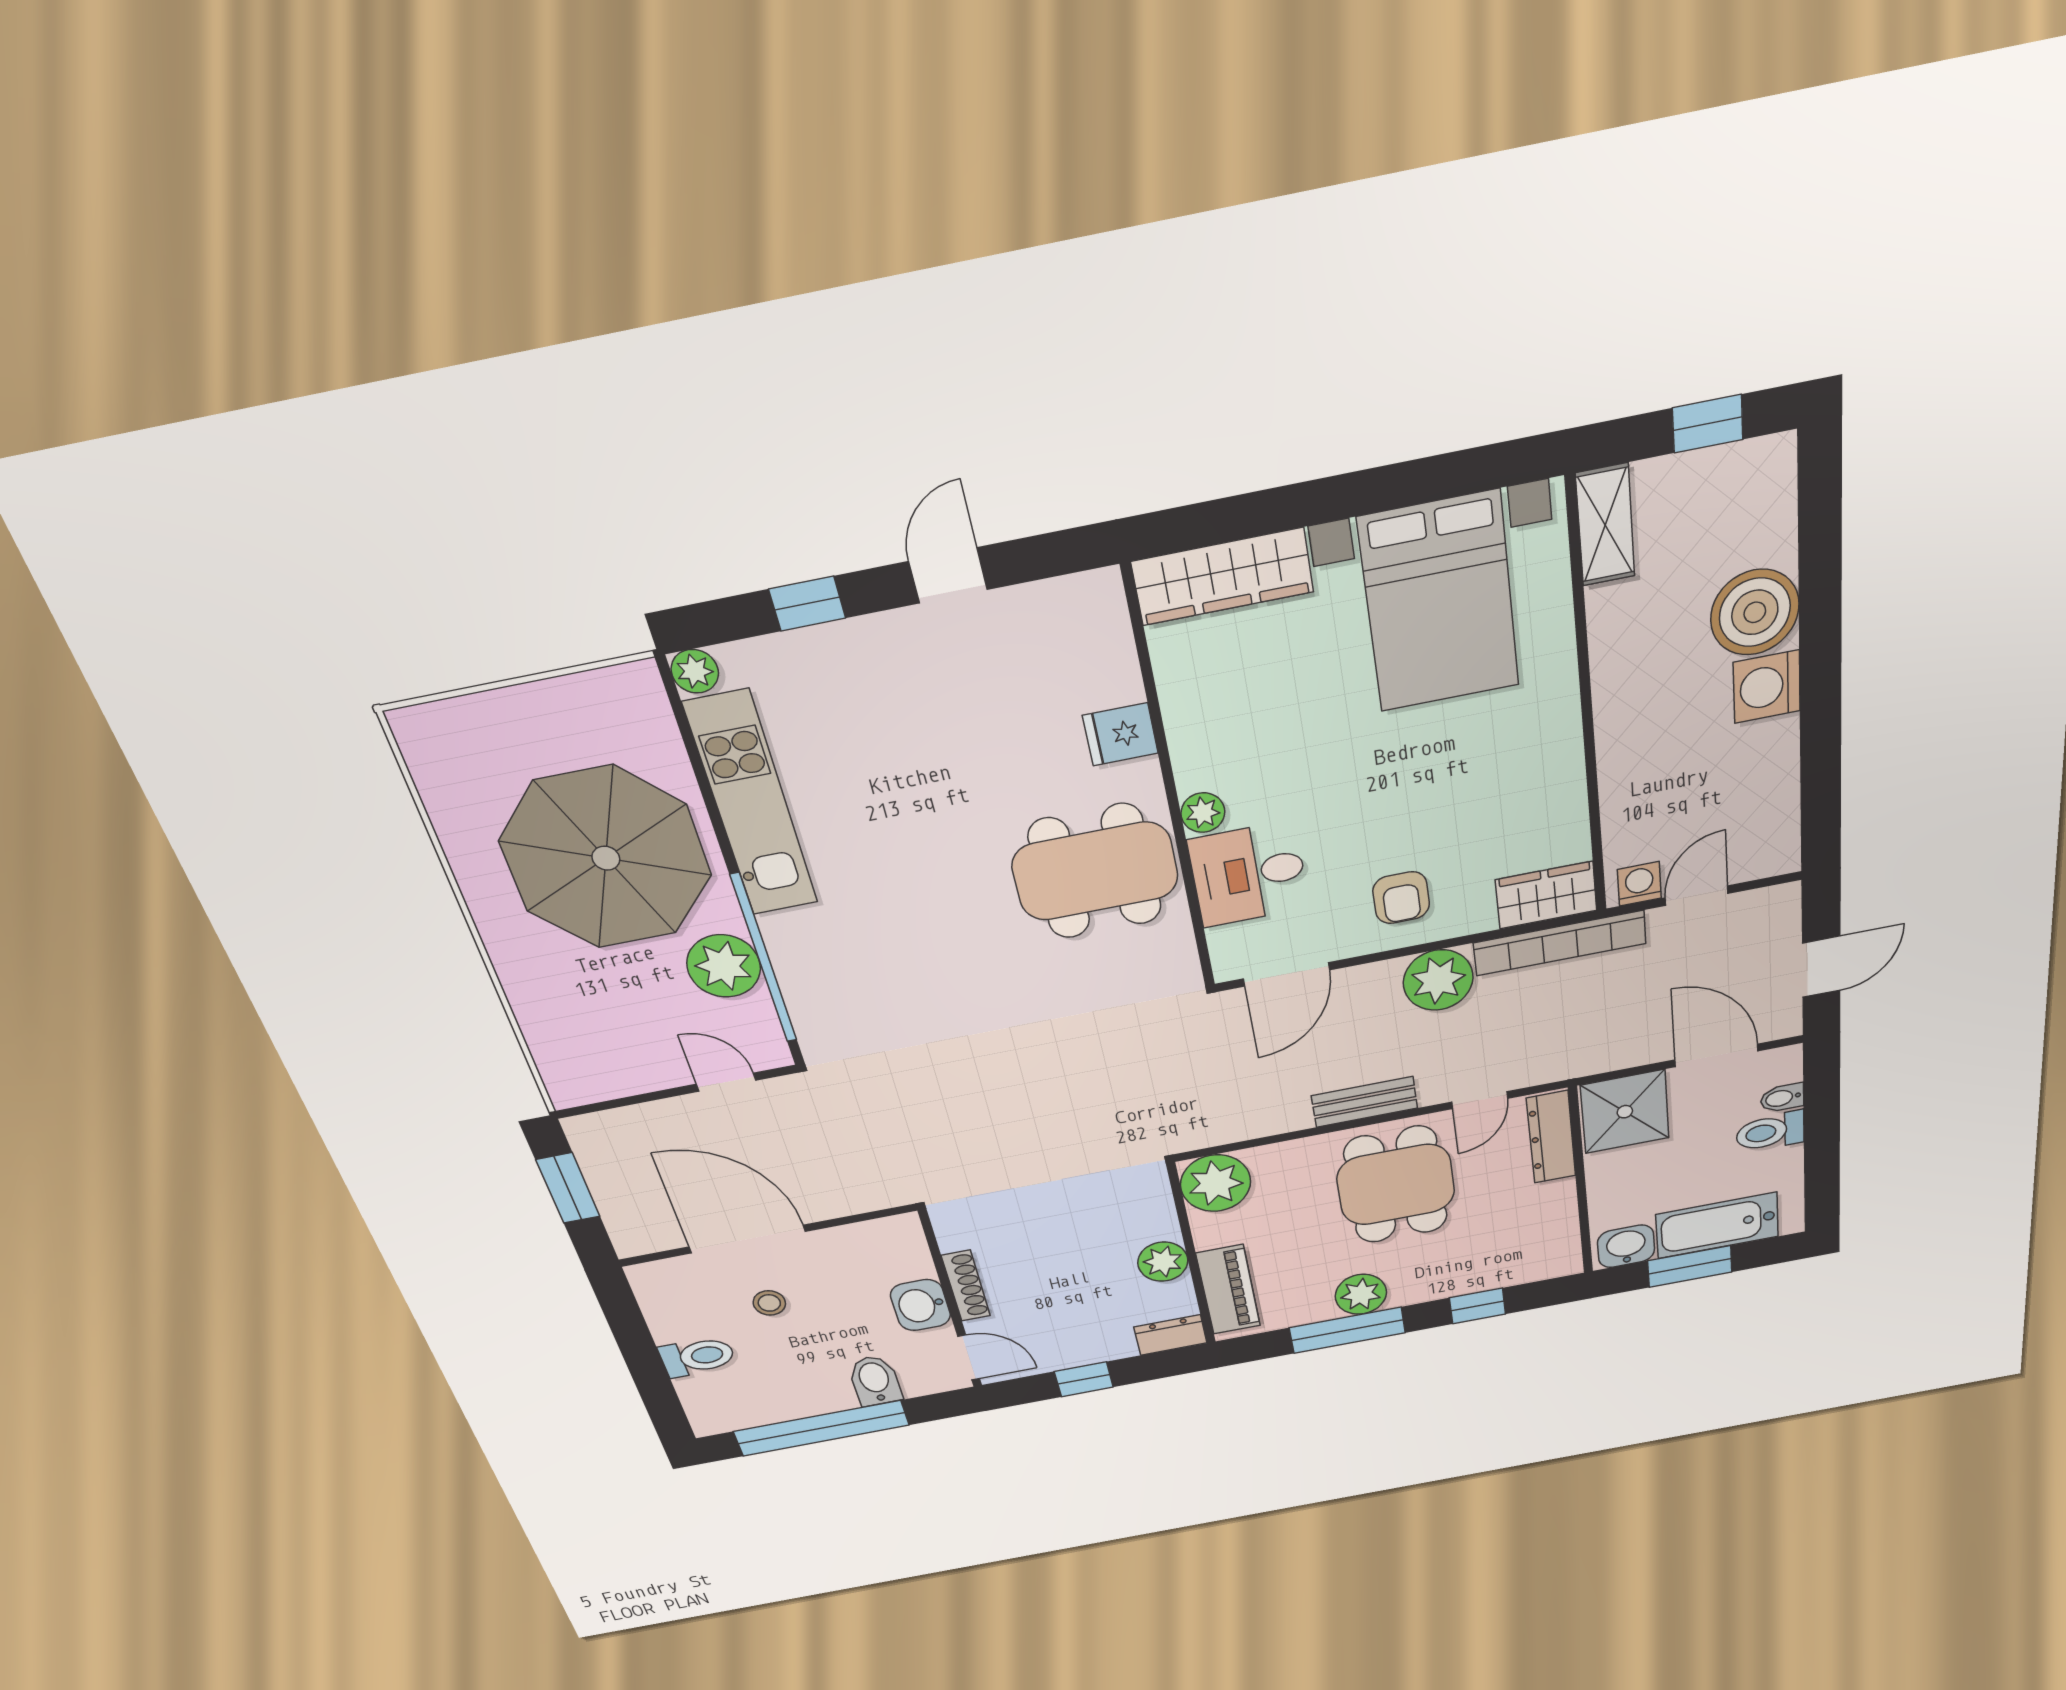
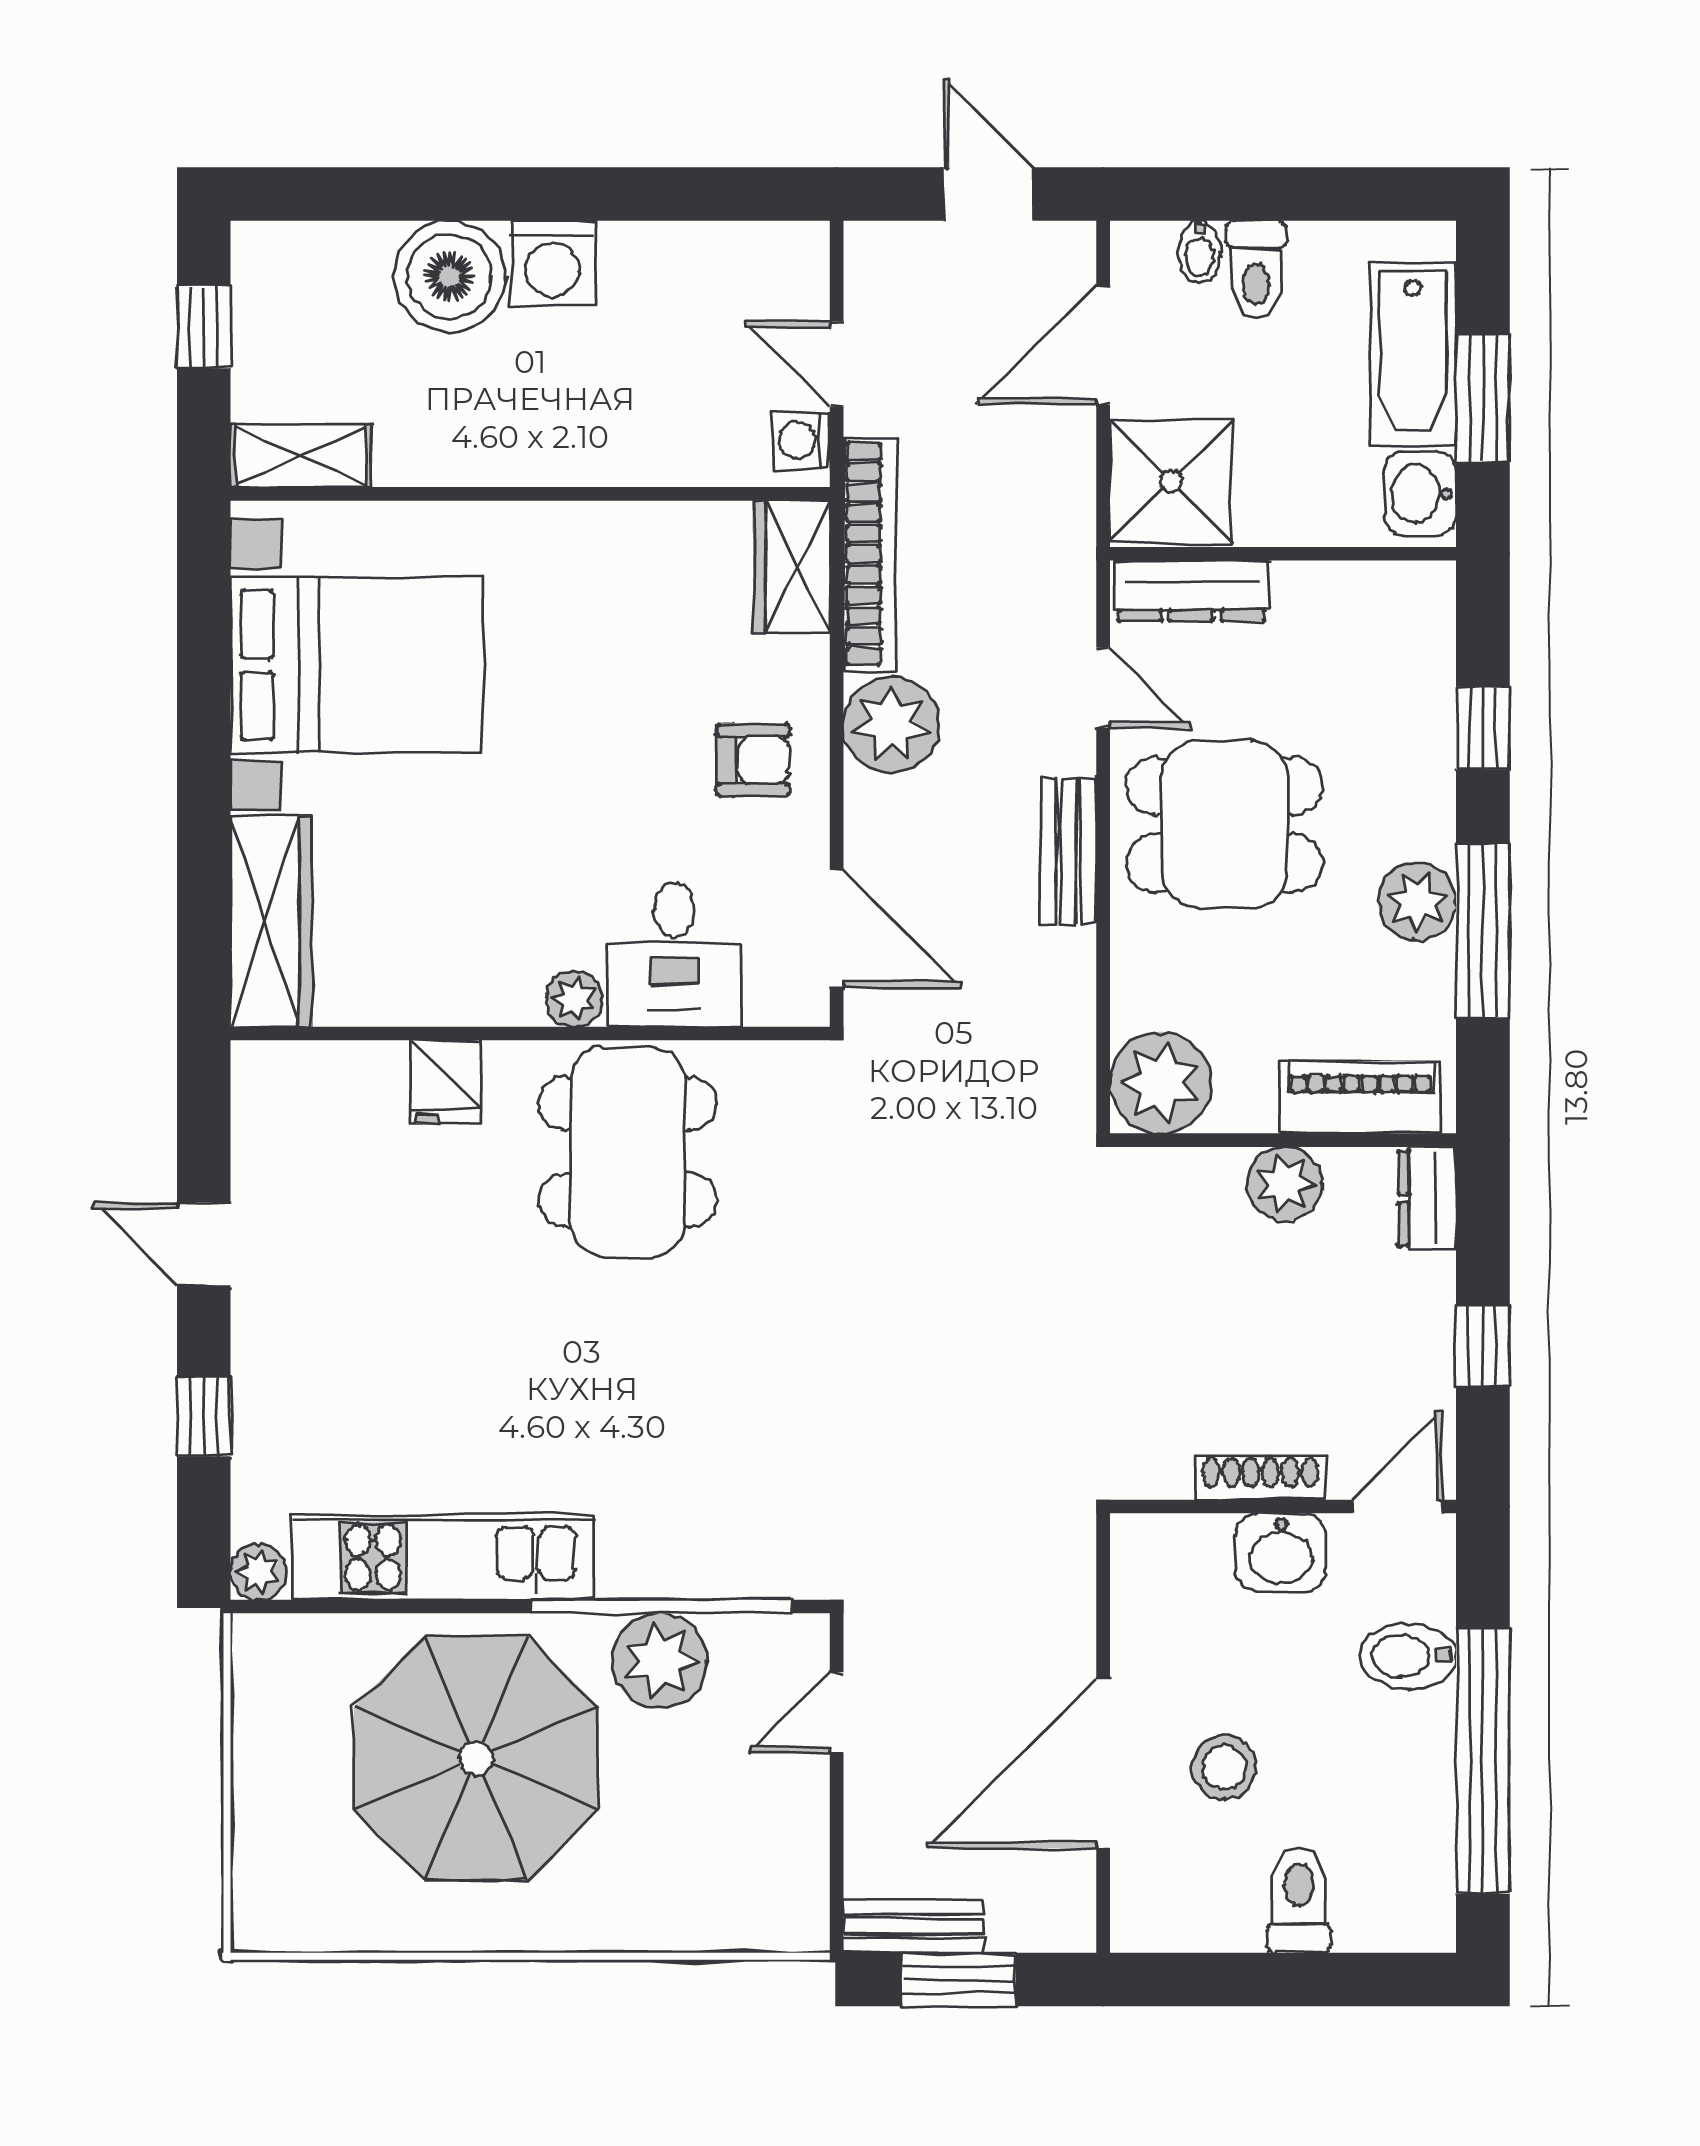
bench: (594, 1156) -> (913, 1926), added
stool: (769, 1303) -> (1224, 1767), width x1.37, depth x1.37

